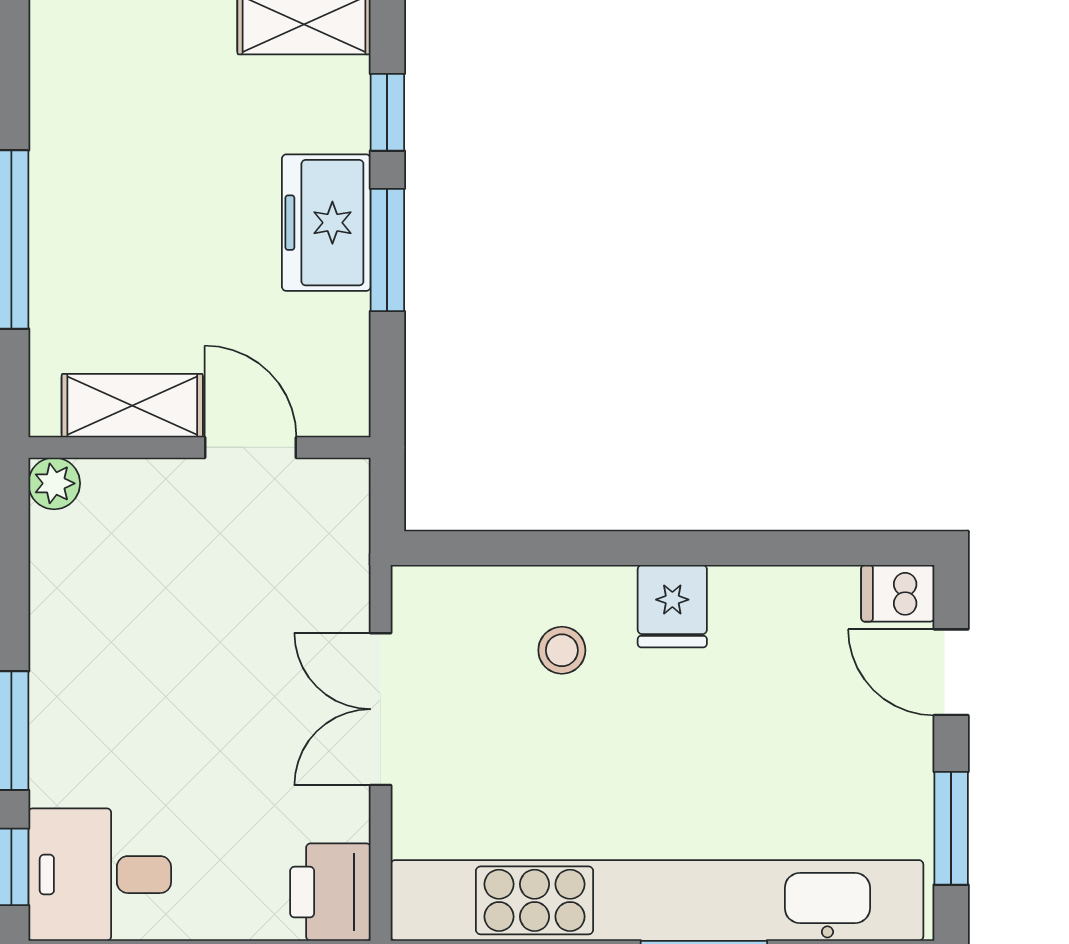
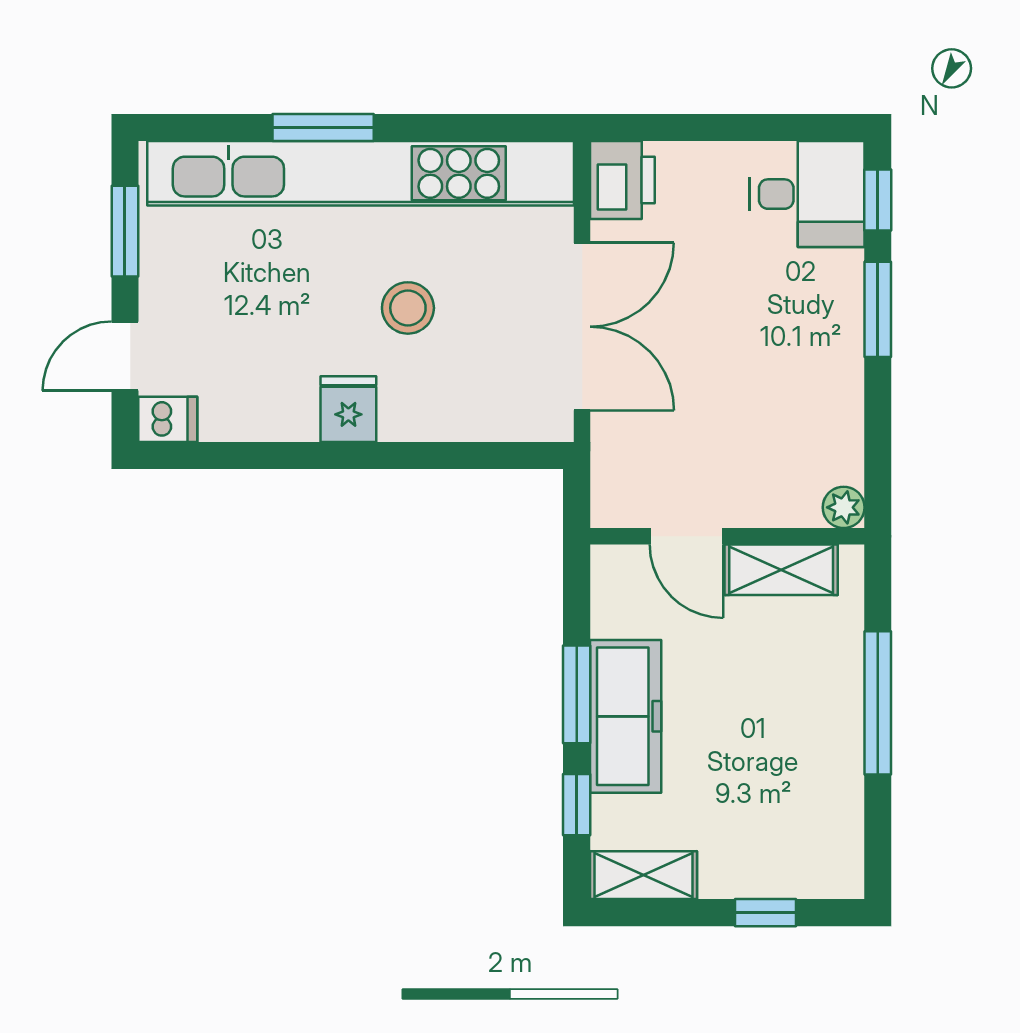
freezer: (326, 223) -> (626, 716), width x1.40
stool: (562, 650) -> (408, 308), moved, width x1.37, depth x1.37
door: (951, 672) -> (125, 356), swing flipped
double door: (381, 709) -> (582, 327), width x1.37

